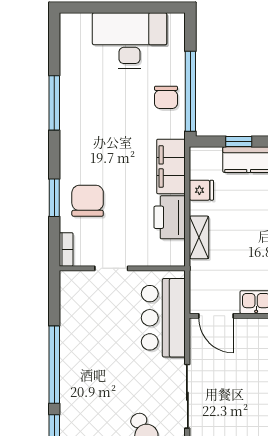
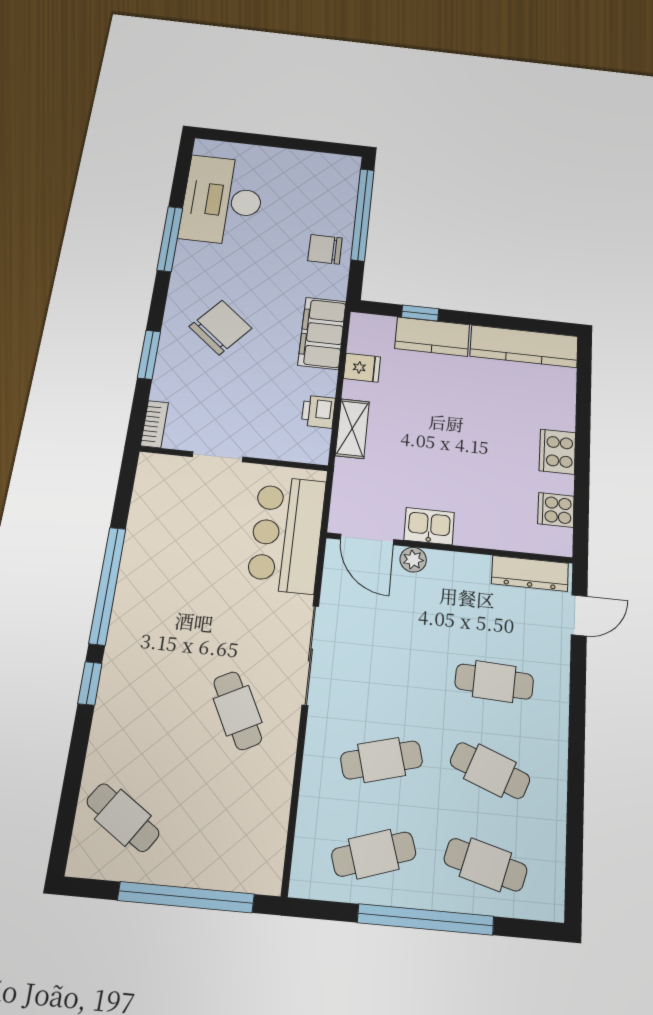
desk: (130, 40) -> (222, 200), moved, turned -90
window: (190, 91) -> (363, 214), moved
chair: (166, 97) -> (325, 249), turned 90
chair: (88, 201) -> (221, 327), moved, turned 40
printer: (170, 217) -> (318, 412), width x0.53, depth x0.68
plant: (247, 327) -> (413, 560), added

